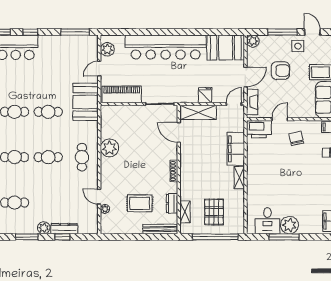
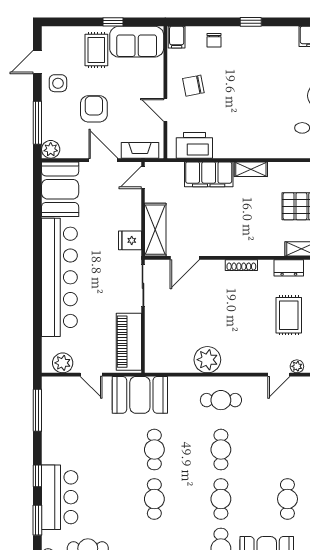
window: (282, 32) -> (37, 123), moved
fridge: (205, 95) -> (130, 240), moved
door: (234, 104) -> (143, 177), hinge flipped
printer: (259, 129) -> (194, 145), moved, turned -90

